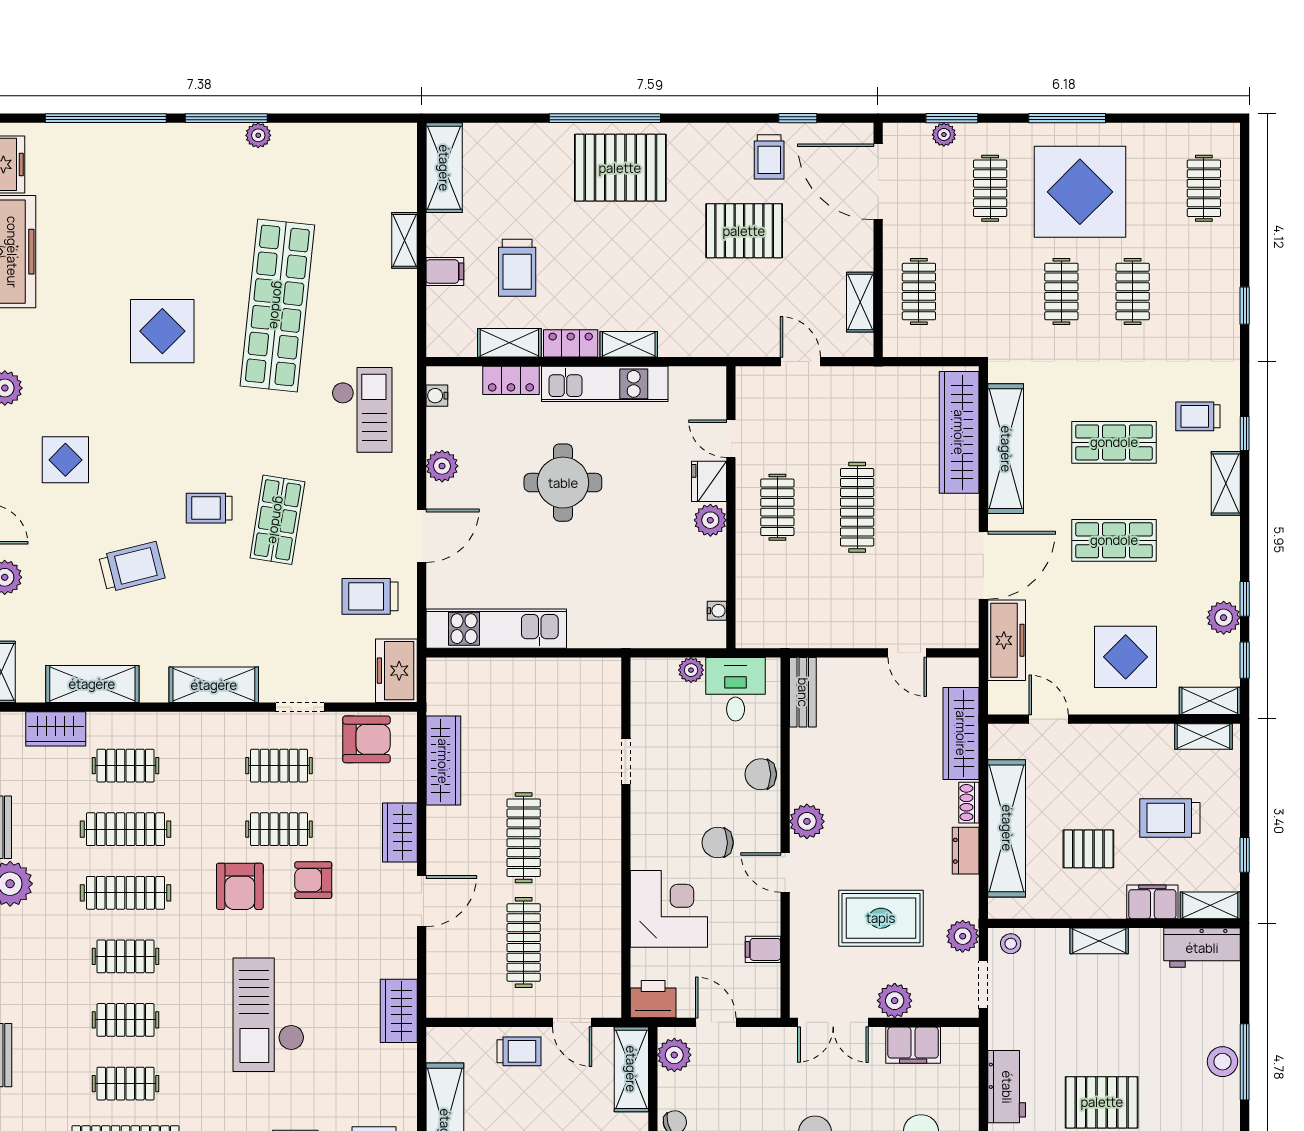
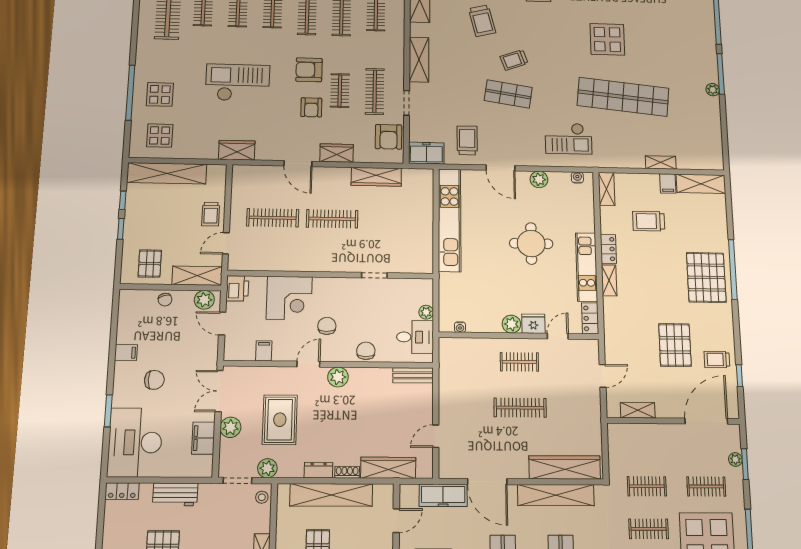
filing cabinet: (445, 271) -> (668, 184), moved
clothes rail: (919, 292) -> (647, 486), moved
shelving: (509, 343) -> (607, 189), moved
locker: (511, 380) -> (590, 318), moved
trolley: (209, 508) -> (514, 60), turned -110
kitchen unit: (496, 629) -> (450, 220), width x1.36
clothes rail: (279, 766) -> (375, 91), width x1.36
armchair: (313, 880) -> (311, 107), turned 180
door: (716, 1022) -> (222, 324), swing flipped

